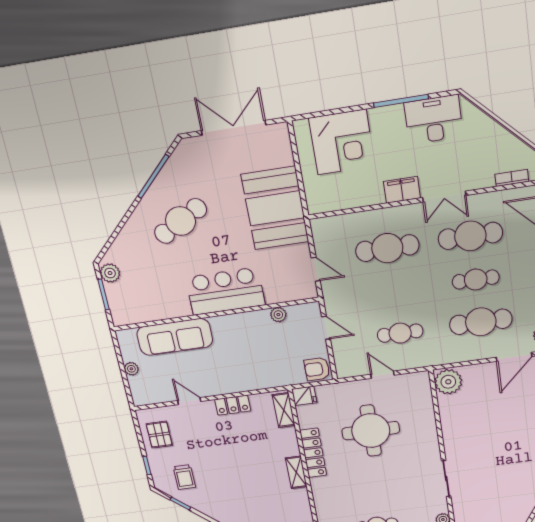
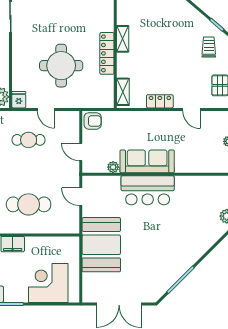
cafe table: (181, 221) -> (169, 246), removed
sofa: (175, 337) -> (147, 161), moved
fridge: (304, 396) -> (19, 100), moved, turned 90

